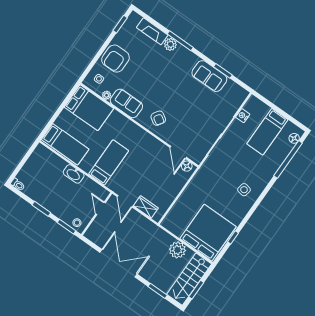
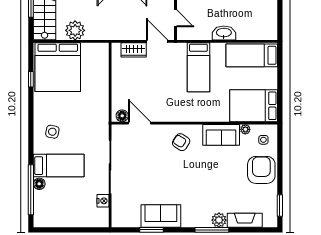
bed: (267, 132) -> (59, 166), moved, turned 90
floor lamp: (294, 138) -> (39, 184), moved

